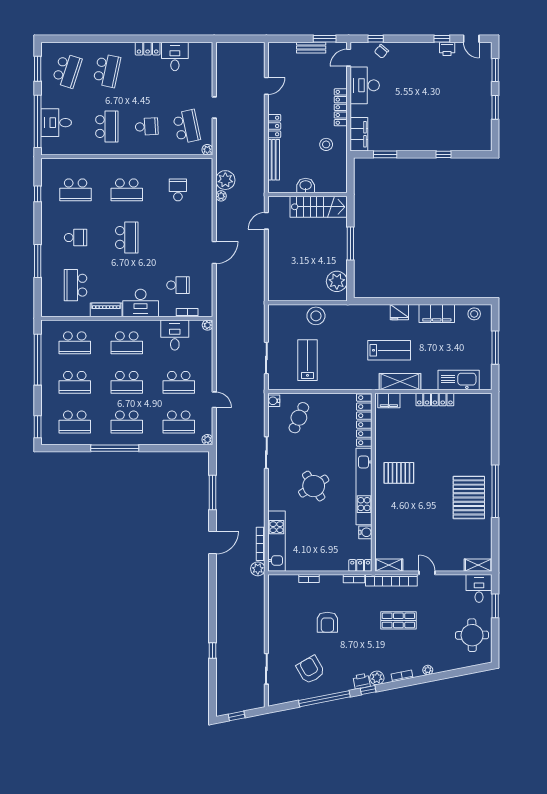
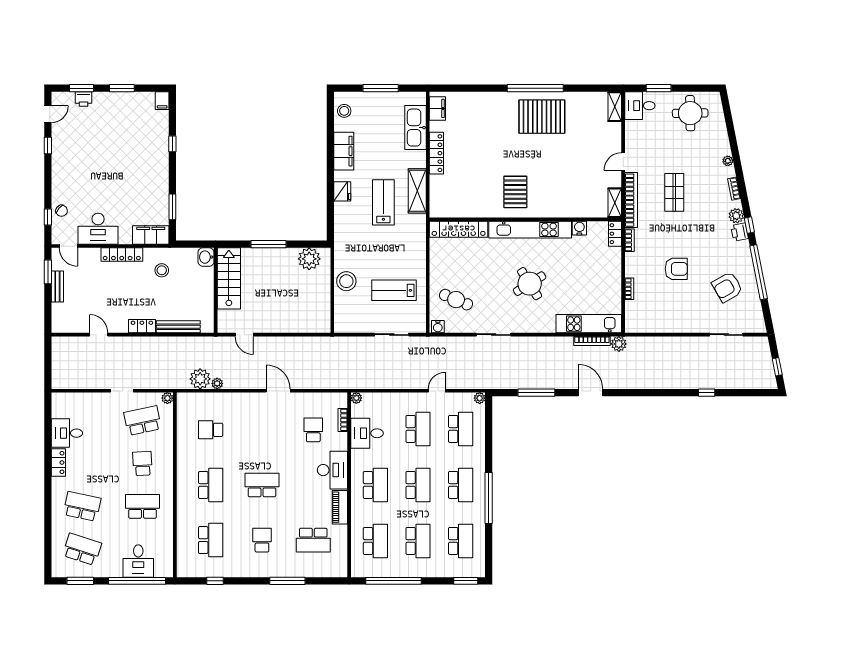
printer: (447, 49) -> (83, 99), moved, turned 90
filing cabinet: (484, 145) -> (162, 101), added
washbasin: (306, 186) -> (206, 257), moved
filing cabinet: (389, 400) -> (437, 108), moved

